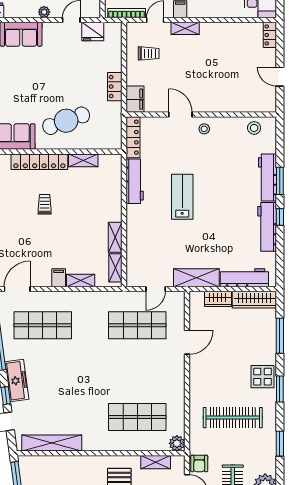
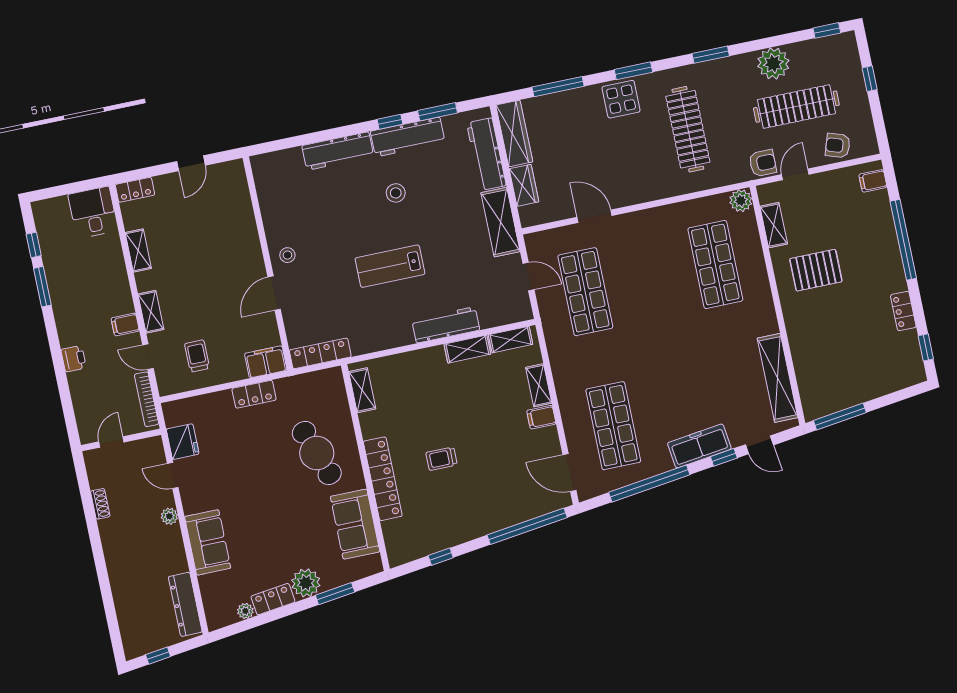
shelving: (228, 29) -> (138, 250), added
stool: (254, 128) -> (396, 193), moved
shelving: (83, 160) -> (362, 390), moved
workbench: (135, 181) -> (446, 325), moved
window: (280, 181) -> (438, 112), moved

